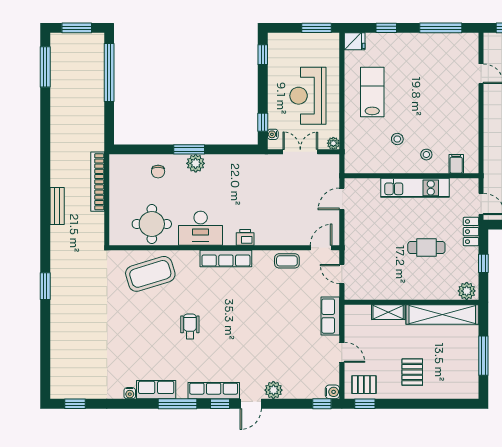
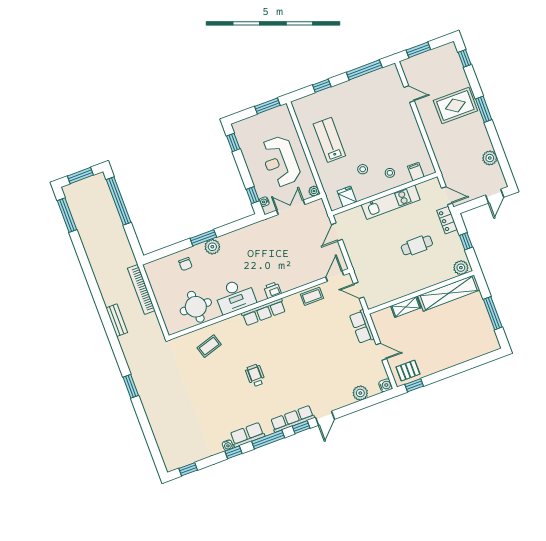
fridge: (355, 41) -> (347, 197), moved, turned -90
coffee table: (150, 274) -> (209, 346), width x0.54, depth x0.58
pallet: (412, 372) -> (442, 347), removed
plant: (273, 390) -> (360, 393), moved
window: (322, 404) -> (234, 452), moved

